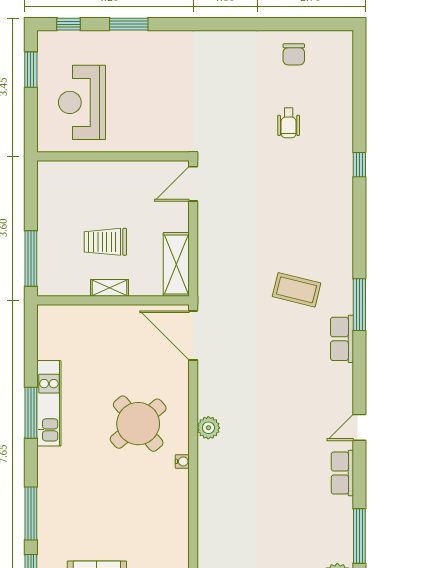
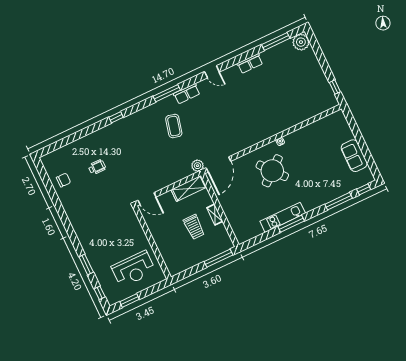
window: (359, 165) -> (116, 117), moved
door: (359, 427) -> (212, 72), moved
plant: (208, 428) -> (198, 166), moved

